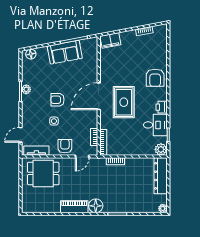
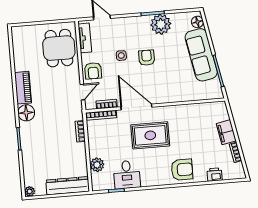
filing cabinet: (110, 40) -> (226, 132), moved
sofa: (65, 52) -> (201, 55), width x1.36
armchair: (155, 78) -> (182, 170), turned 180
plant: (26, 89) -> (161, 24), width x1.87, depth x1.87
door: (99, 96) -> (136, 107), moved
printer: (162, 107) -> (215, 174), moved
armchair: (65, 146) -> (93, 71), turned 90
plant: (161, 149) -> (97, 165), moved
door: (82, 157) -> (82, 92), swing flipped

